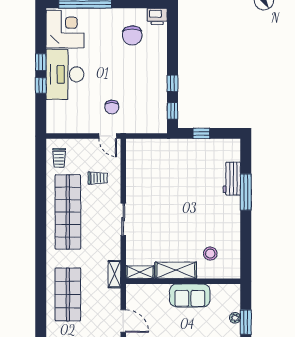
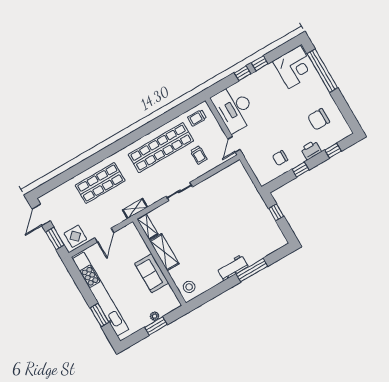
printer: (157, 16) -> (311, 150), moved, turned 90
desk: (65, 74) -> (234, 108), moved, turned -90
chair: (112, 107) -> (280, 158), moved
window: (172, 111) -> (333, 151), moved
workbench: (232, 179) -> (233, 268), moved
stool: (210, 254) -> (189, 287), moved

